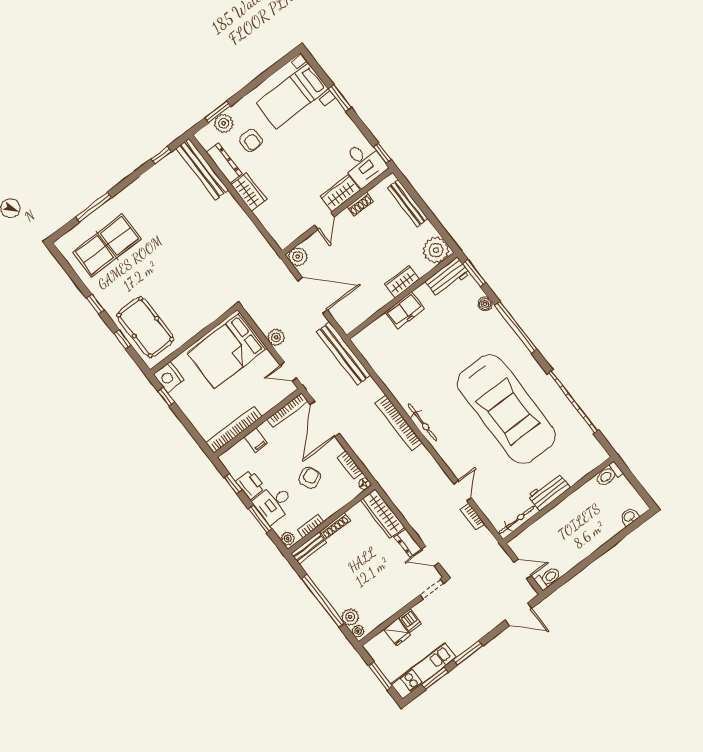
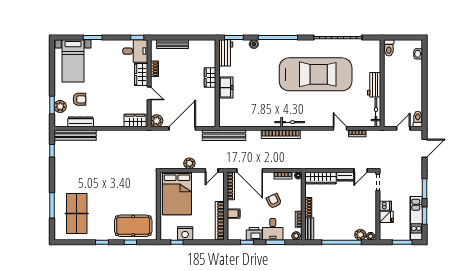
wardrobe: (249, 192) -> (135, 121), moved
plant: (436, 250) -> (207, 48), removed
nightstand: (169, 377) -> (185, 233), moved

